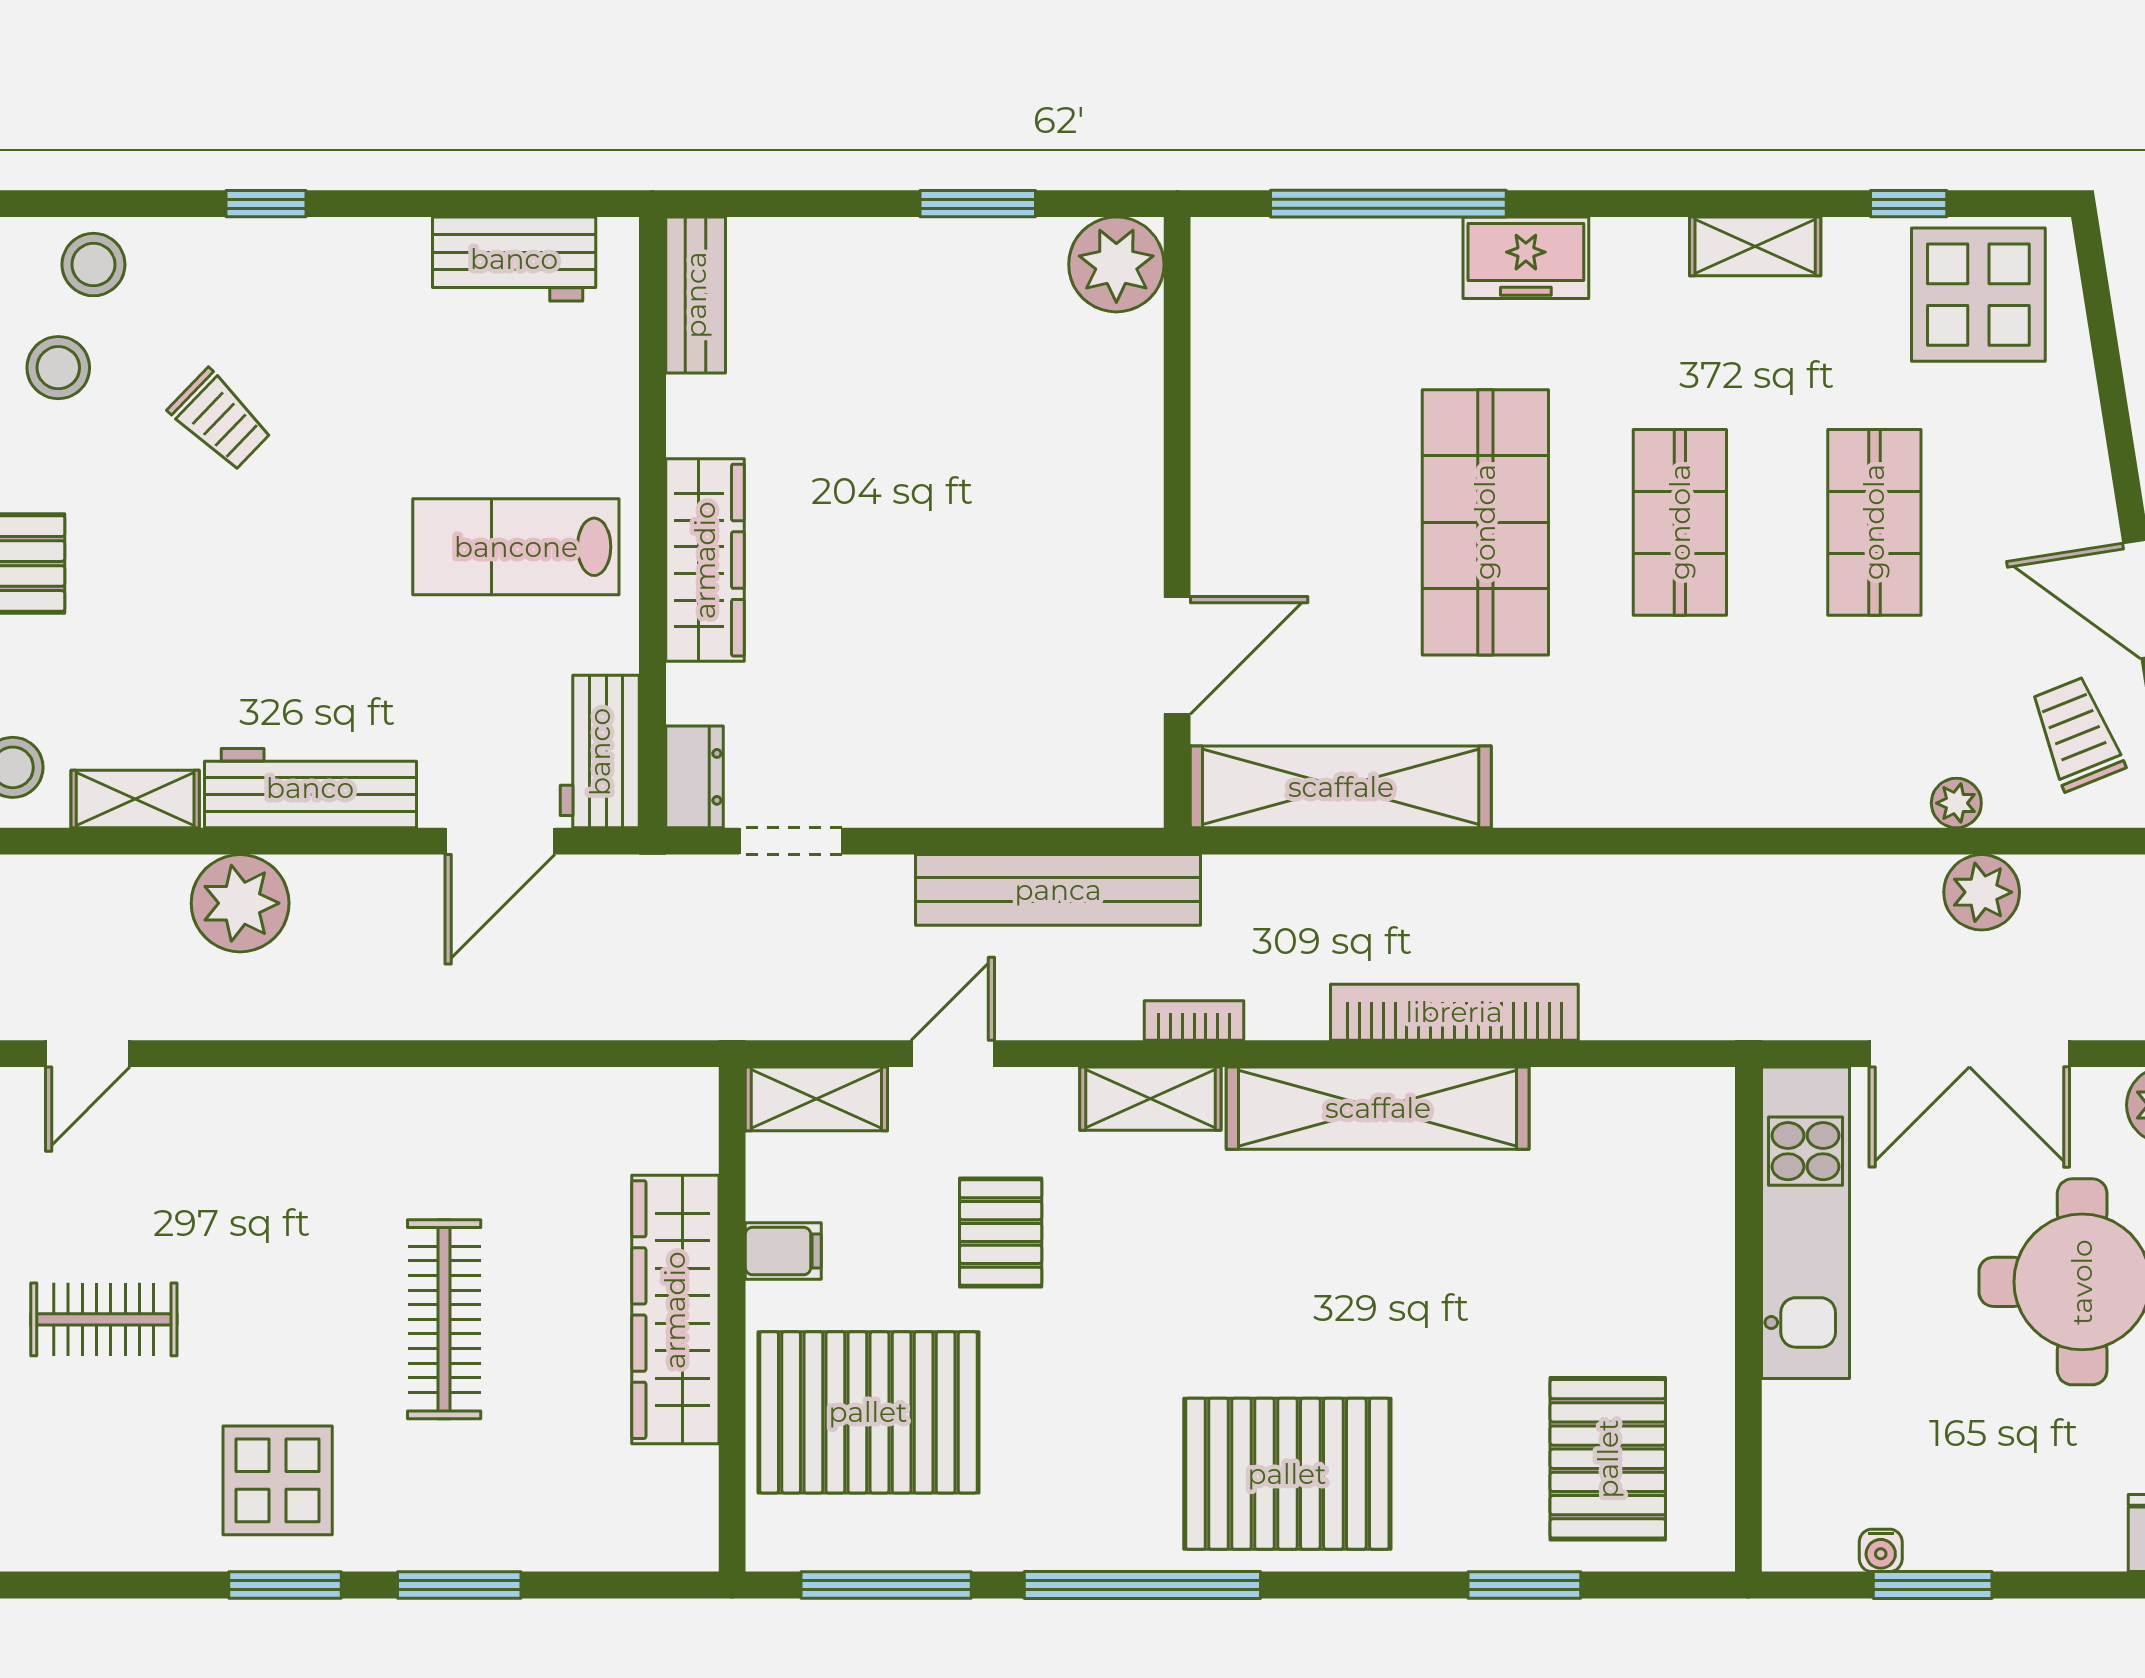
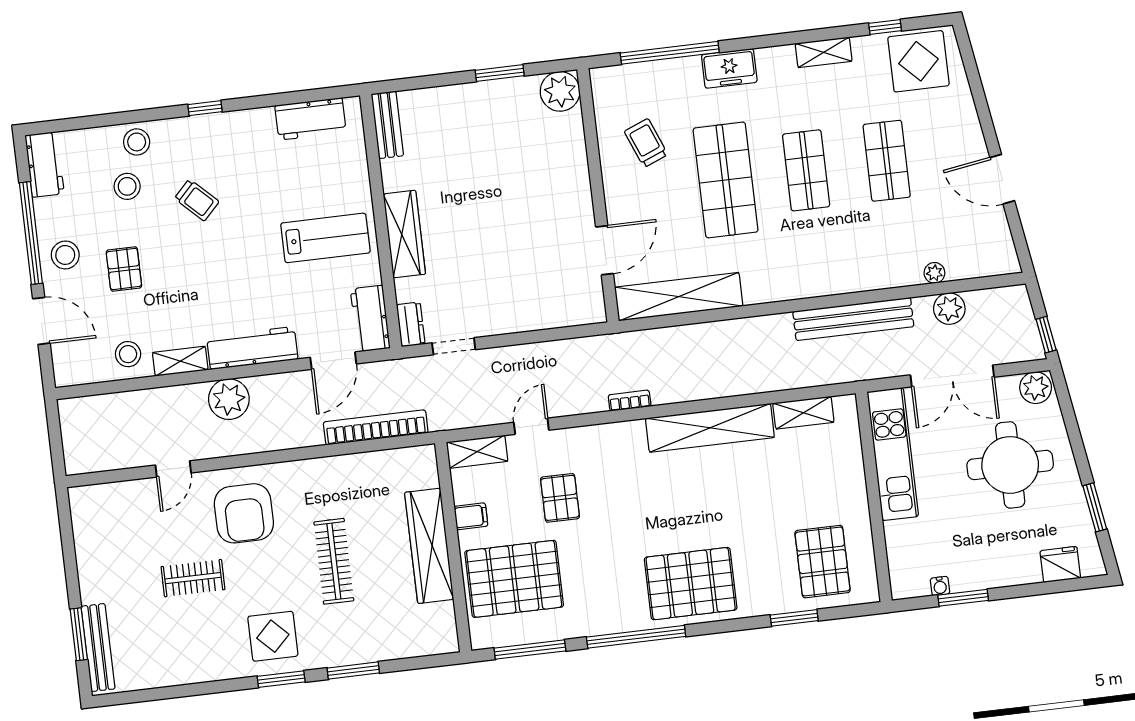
lab bench: (516, 547) -> (325, 238), turned 180
trolley: (2077, 734) -> (646, 143), moved
bench: (1058, 890) -> (853, 319), moved
bookcase: (1454, 1012) -> (376, 427), moved
shelving: (1150, 1099) -> (803, 413), moved
armchair: (243, 1180) -> (244, 513), added

